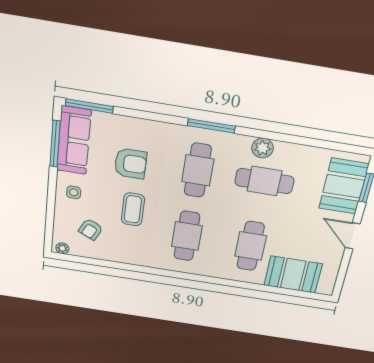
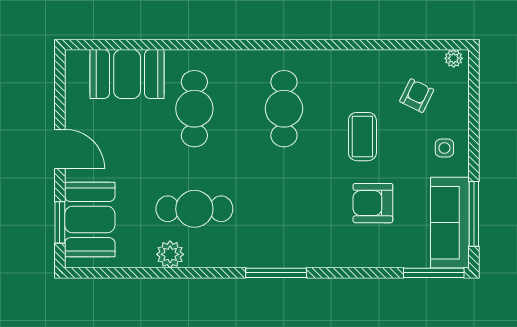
plant: (263, 148) -> (170, 254), moved
cafe table: (198, 170) -> (284, 209), removed

